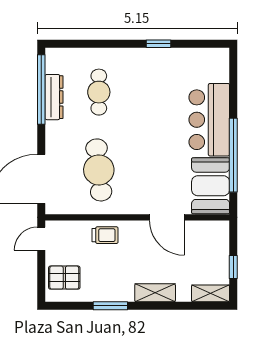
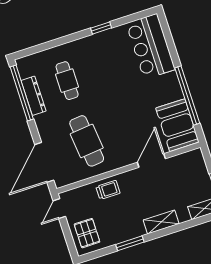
bar counter: (209, 120) -> (151, 46), moved
door: (167, 217) -> (151, 161), swing flipped
pallet: (64, 278) -> (87, 233), turned 90

